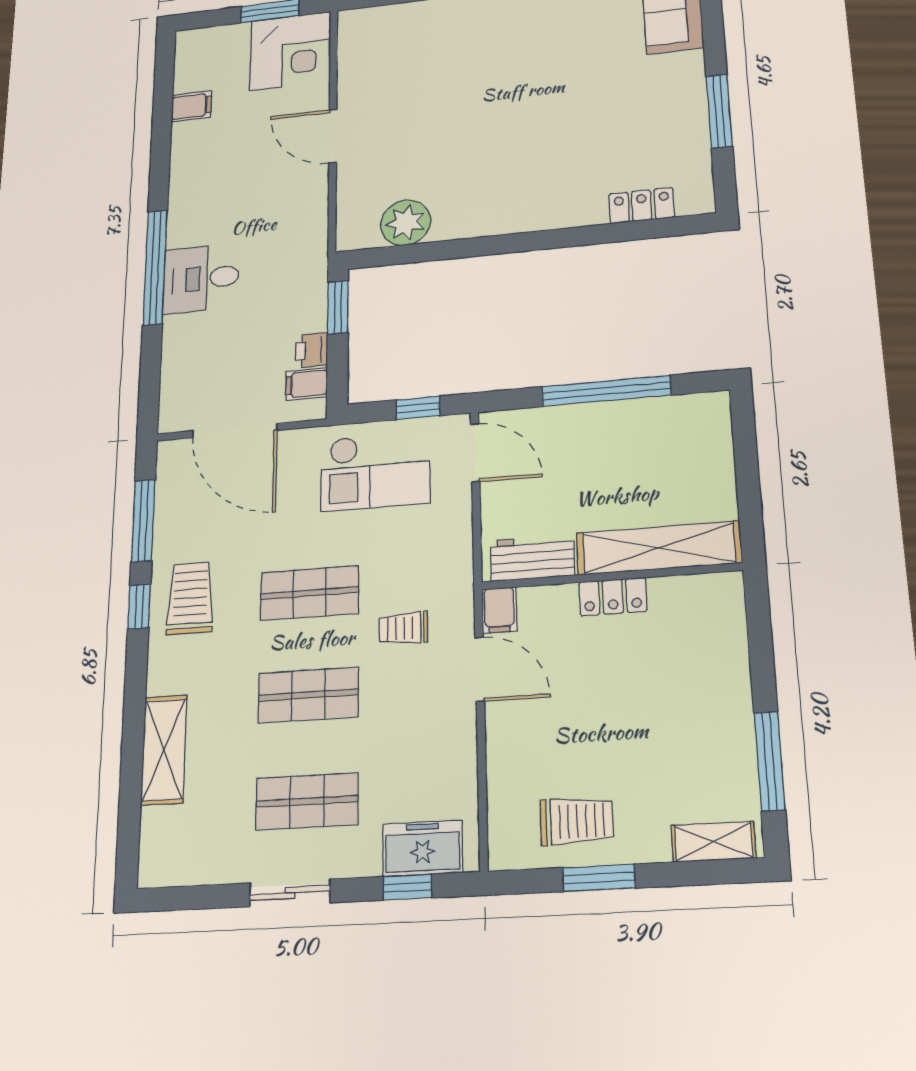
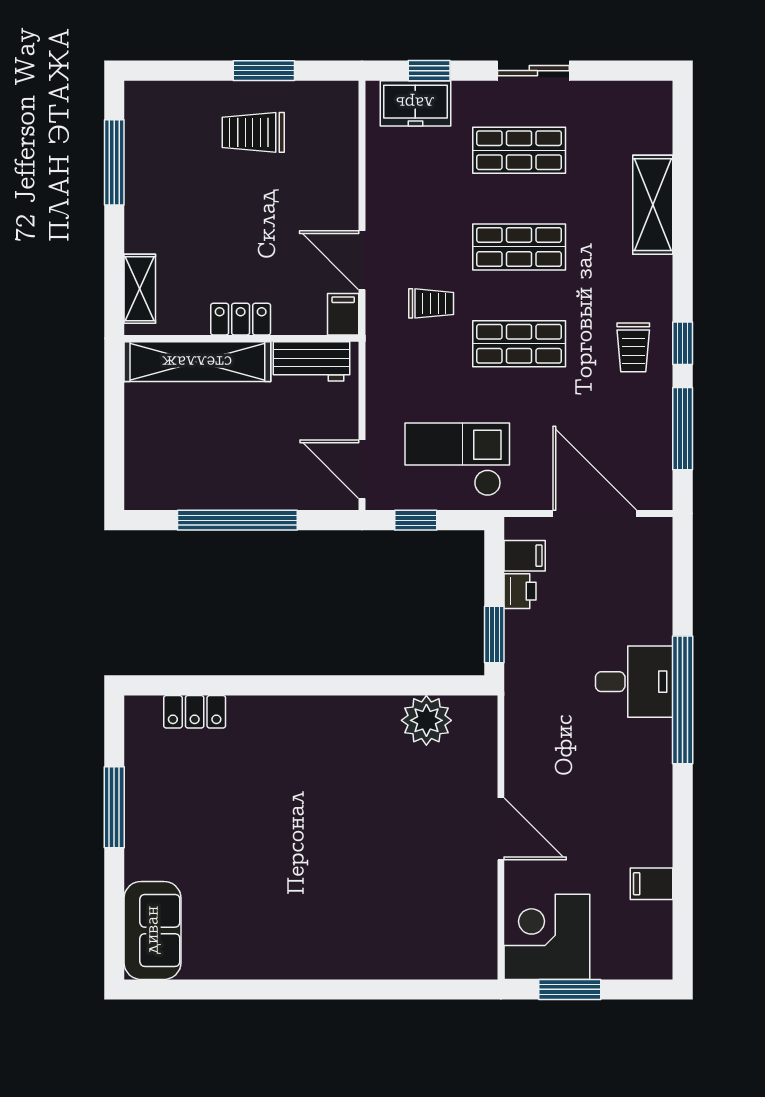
trolley: (190, 598) -> (633, 347), width x0.73, depth x0.72
trolley: (577, 821) -> (253, 132), moved
shelving: (713, 842) -> (140, 289), moved, turned 90

